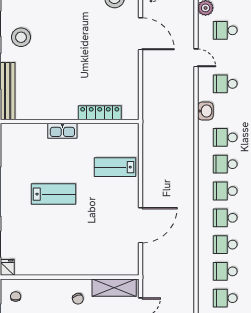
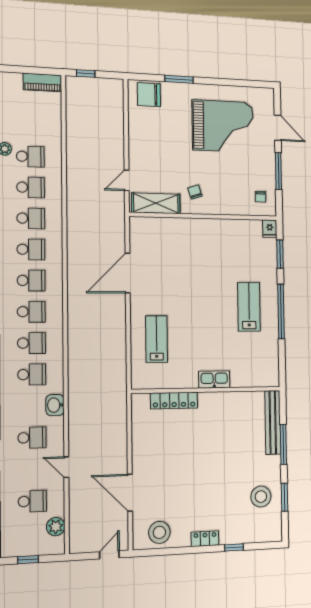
stool: (21, 37) -> (261, 497), moved
lab bench: (115, 167) -> (157, 339), turned -90
lab bench: (53, 194) -> (249, 307), moved, turned 90

